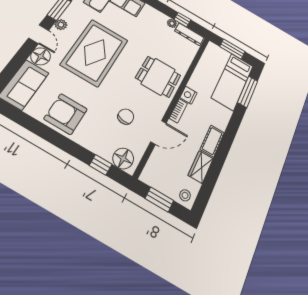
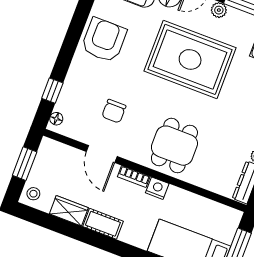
chair: (126, 117) -> (114, 111), turned 84
floor lamp: (123, 159) -> (56, 119), width x0.53, depth x0.53

